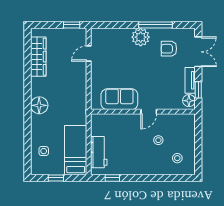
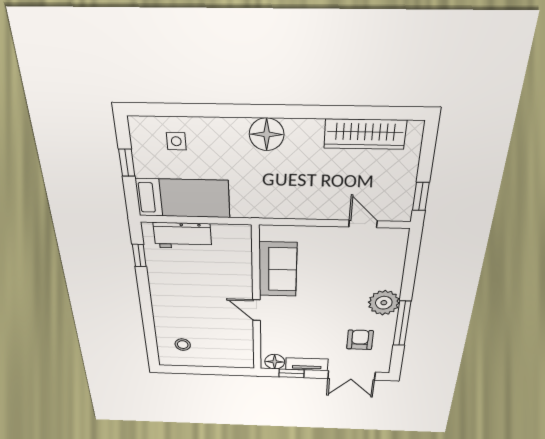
stool: (158, 140) -> (210, 321), removed

